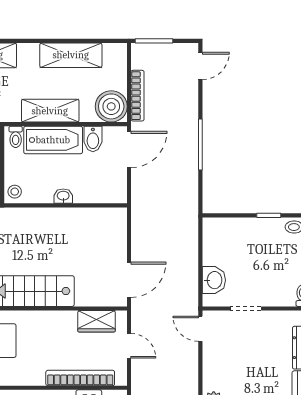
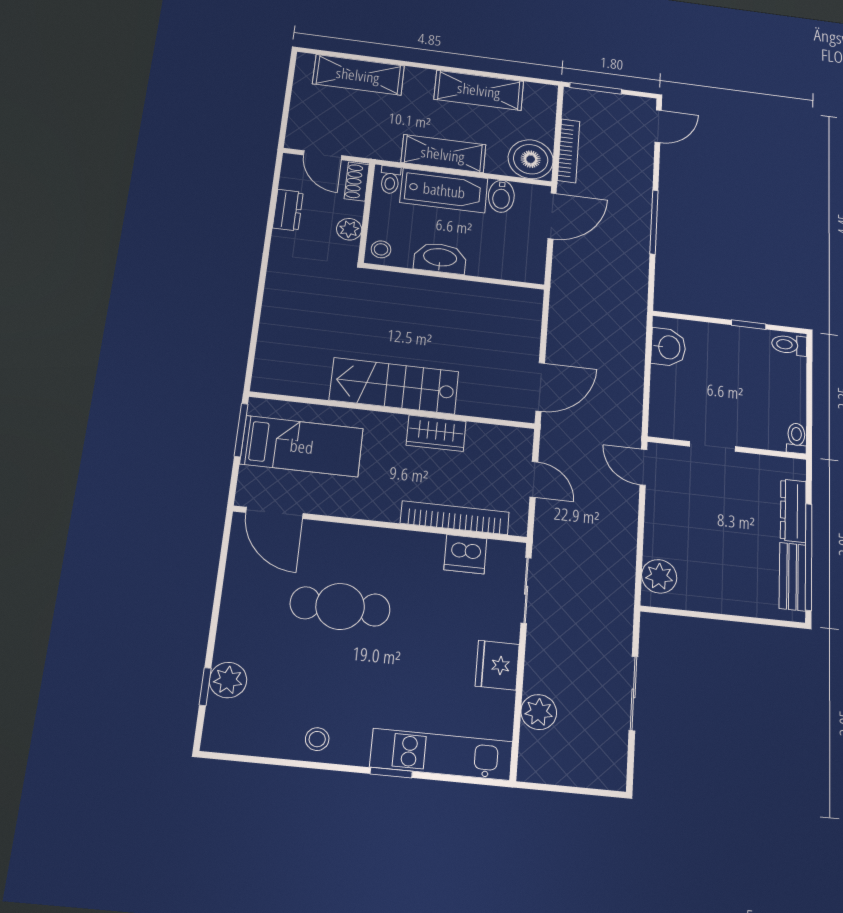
washbasin: (63, 196) -> (440, 258), width x1.91, depth x1.45
washbasin: (214, 280) -> (668, 347), moved
wardrobe: (97, 321) -> (436, 433), moved

